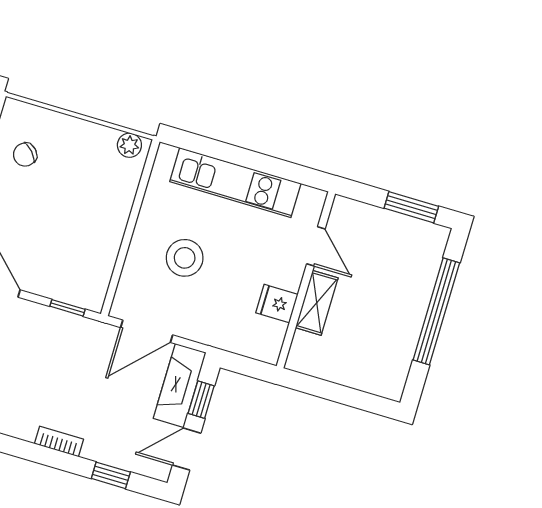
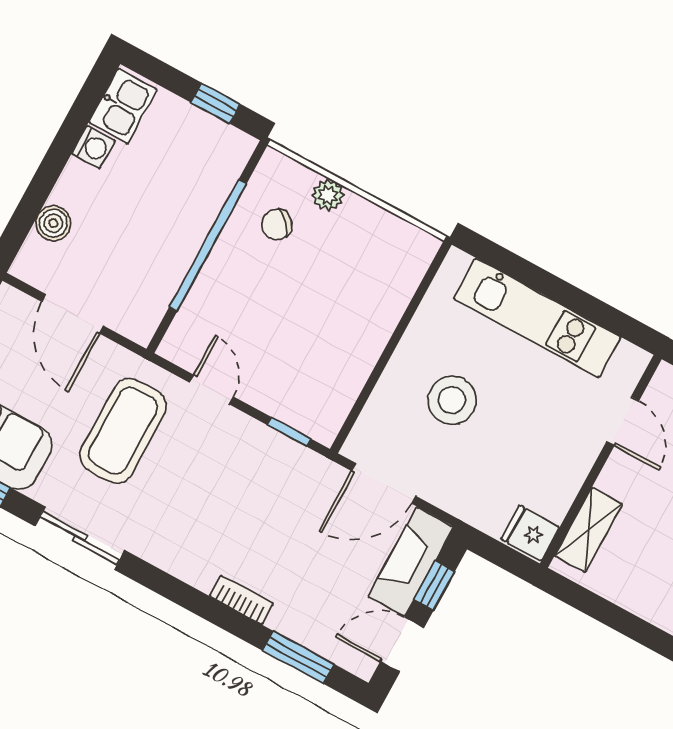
plant: (129, 145) -> (328, 195), moved
shelving: (317, 303) -> (589, 530), moved
fridge: (277, 304) -> (530, 533), moved
window: (111, 475) -> (298, 657), width x1.50

